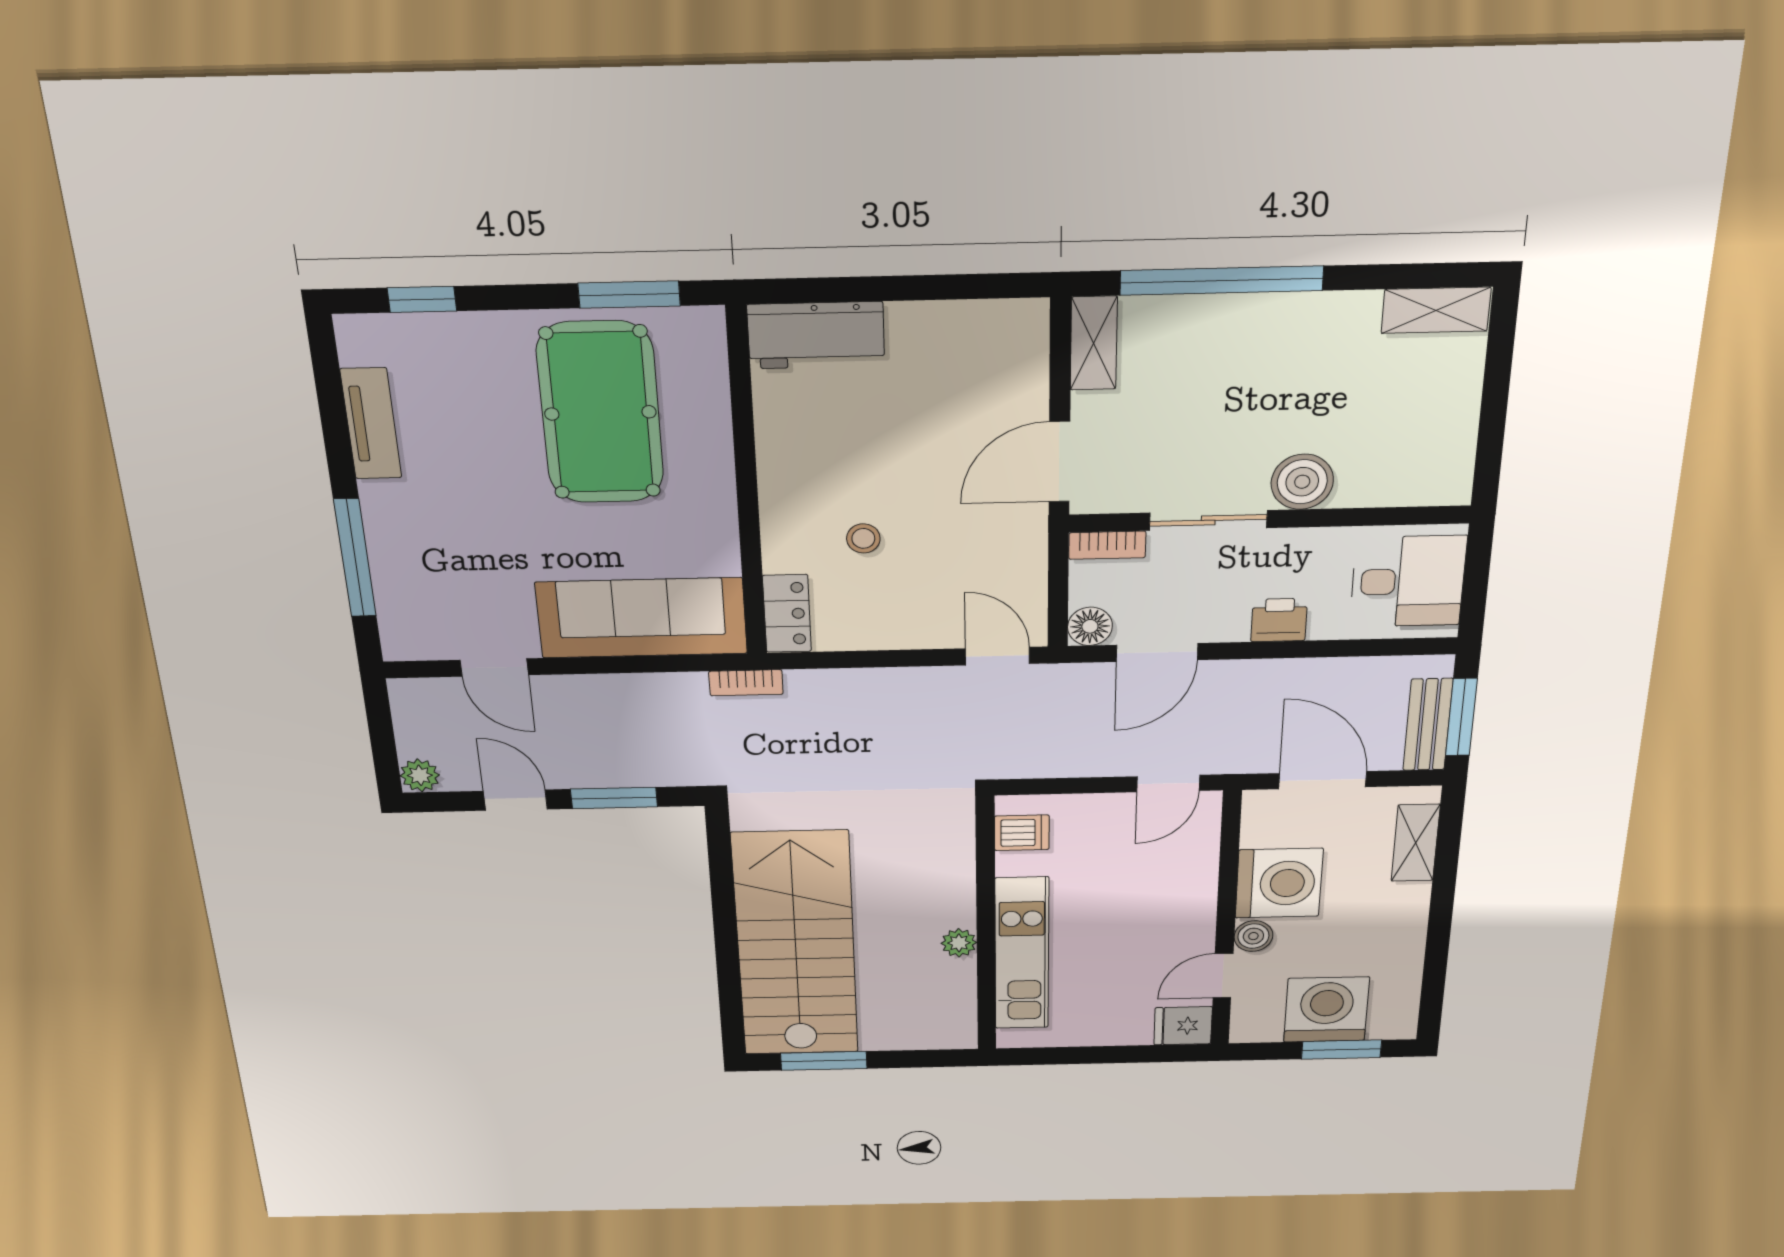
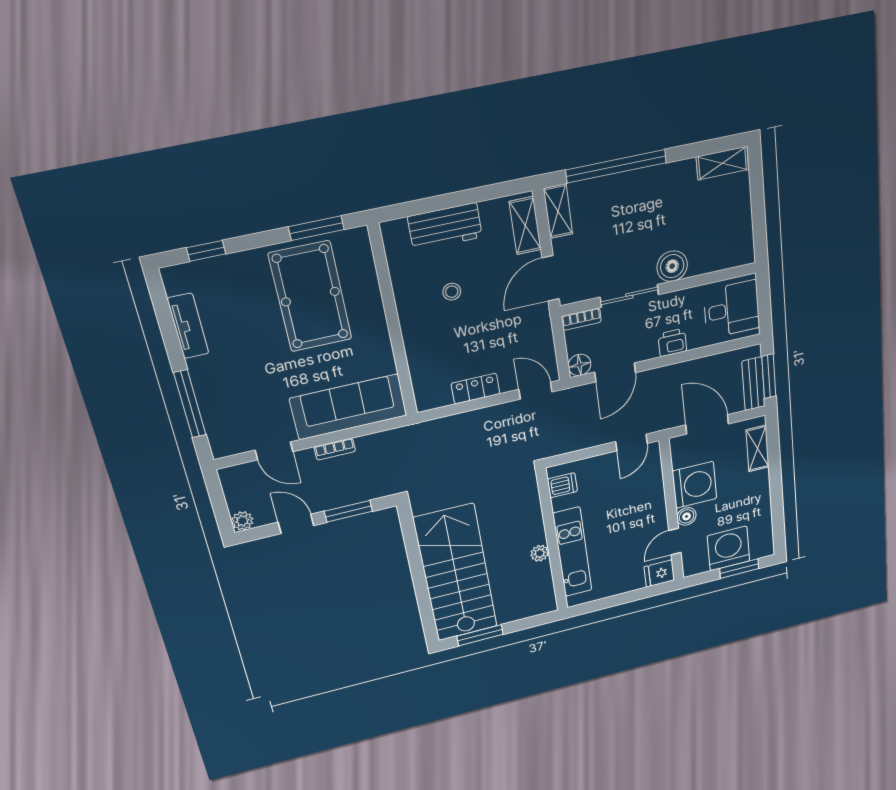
workbench: (816, 335) -> (445, 227), moved
shelving: (1026, 358) -> (525, 226), added
stool: (863, 538) -> (452, 292), moved
locker: (787, 614) -> (475, 389), moved, turned -90
bookcase: (746, 683) -> (335, 449), moved

